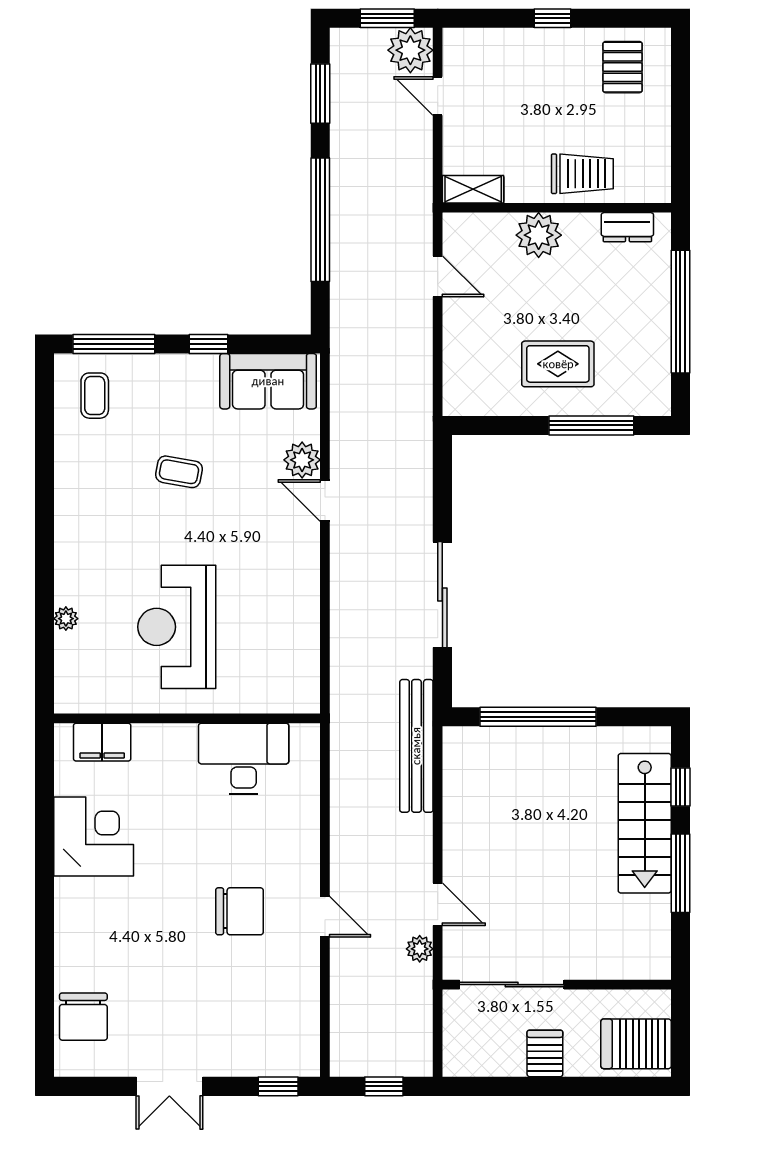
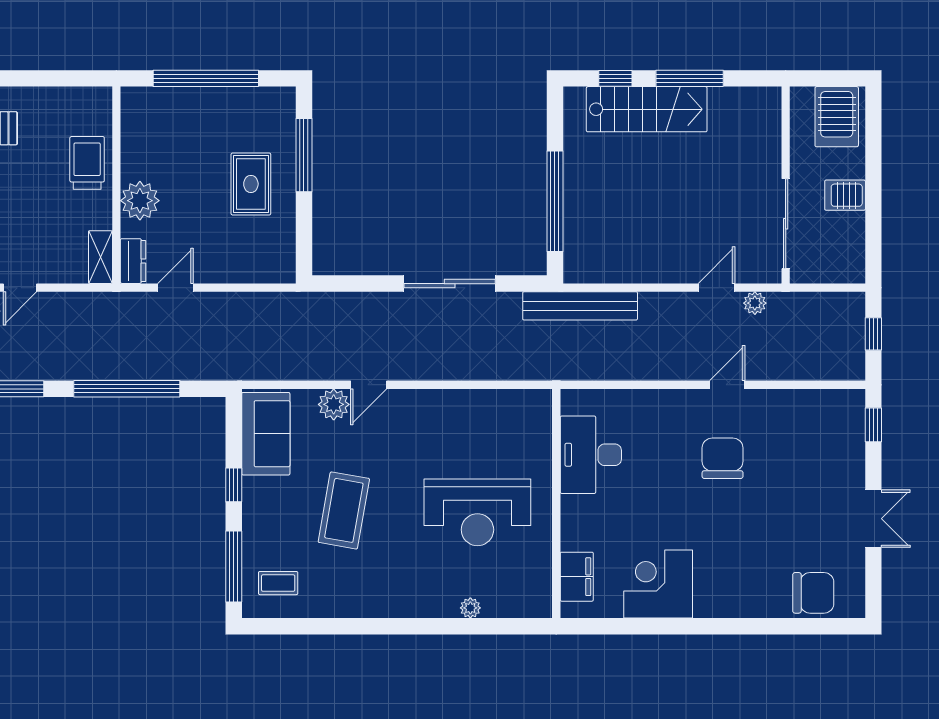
dresser: (627, 227) -> (133, 261), moved
coffee table: (179, 472) -> (344, 510), width x1.86, depth x1.72

